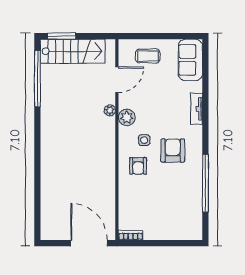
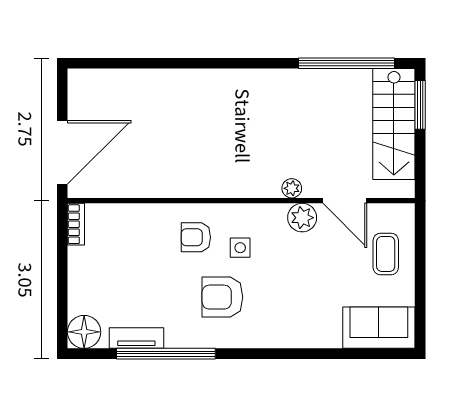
tv unit: (196, 109) -> (136, 338), moved
plant: (127, 117) -> (302, 218), moved
armchair: (173, 150) -> (222, 297), turned 180
floor lamp: (193, 230) -> (84, 332), added

